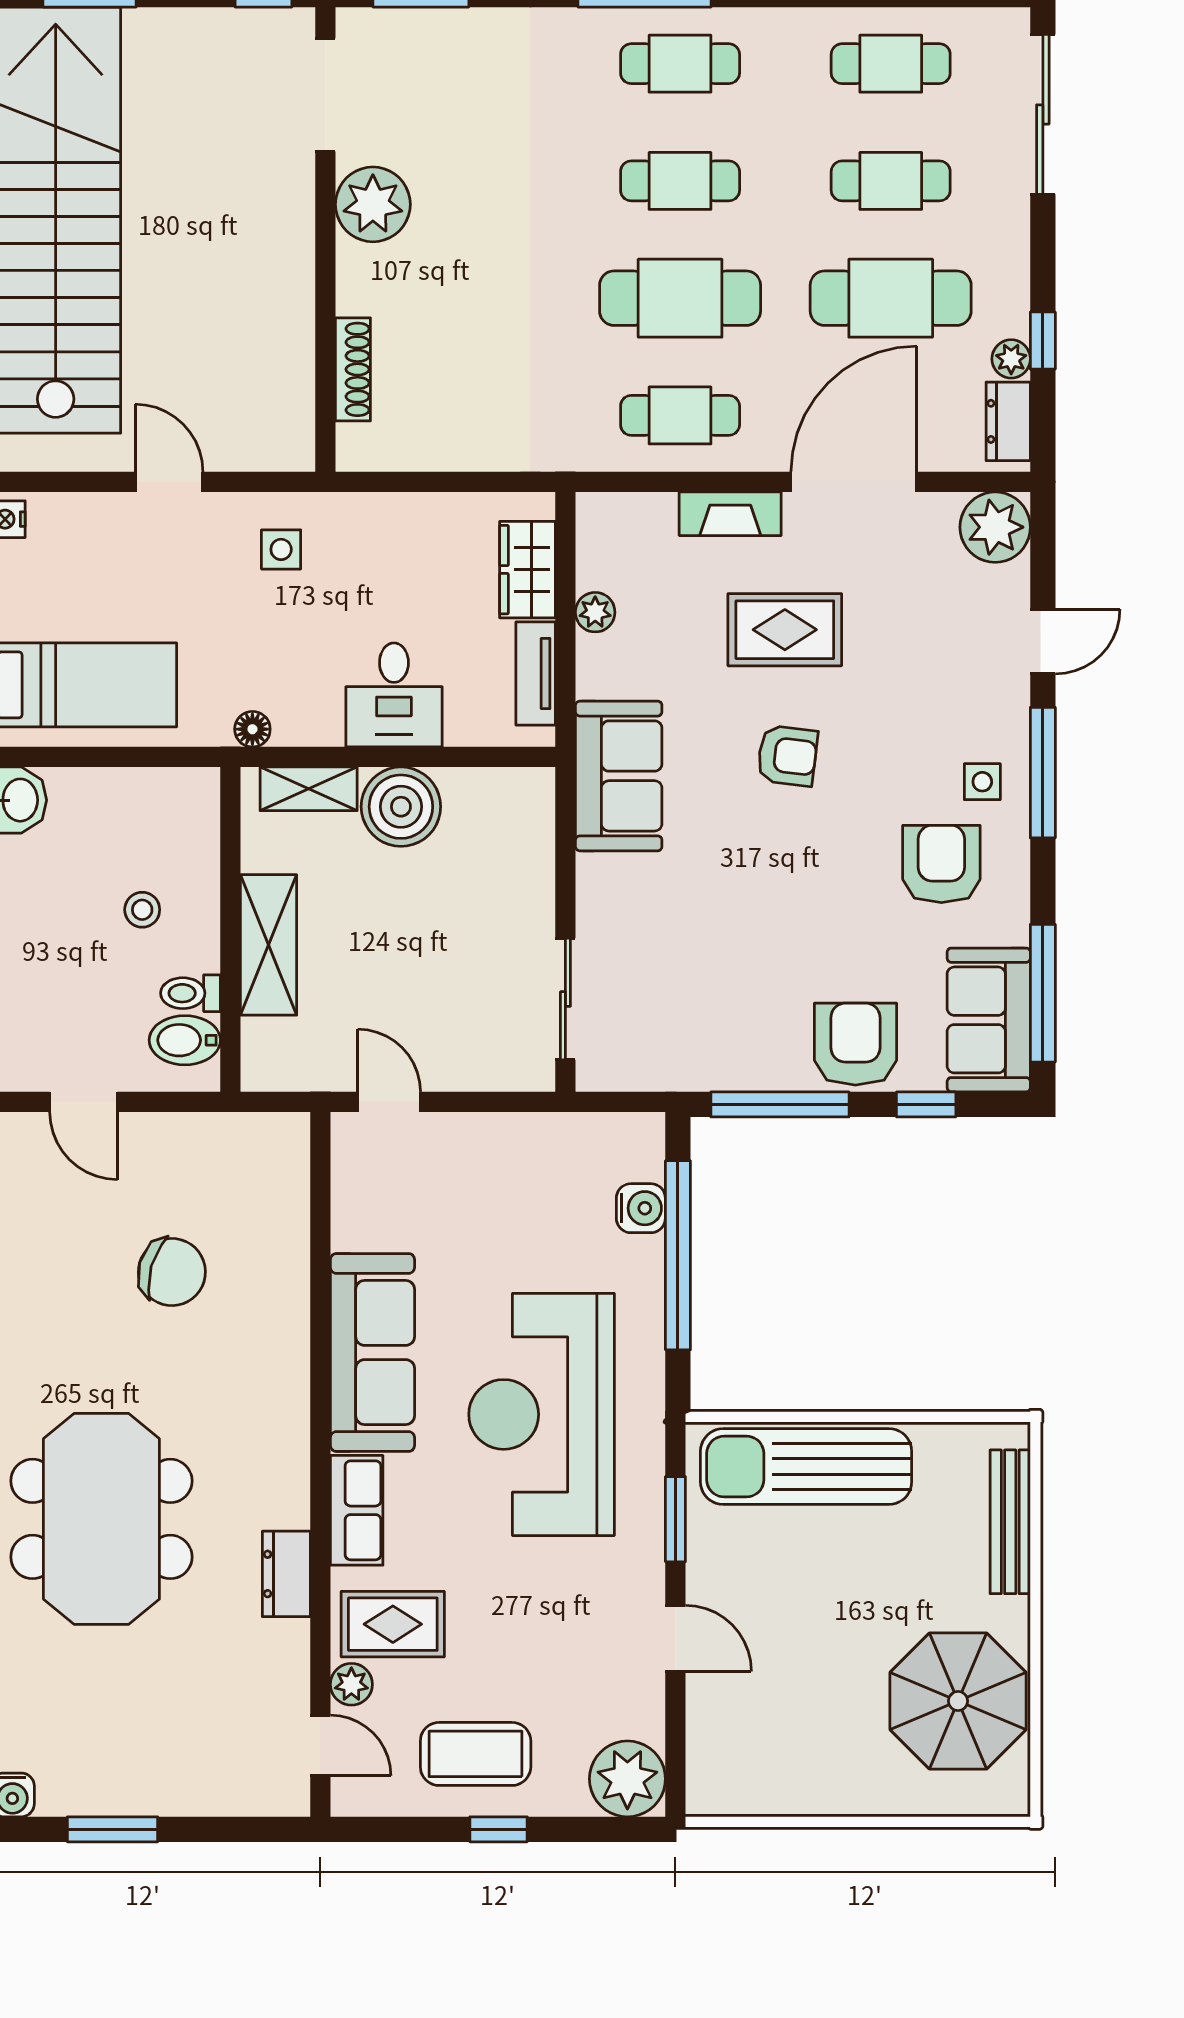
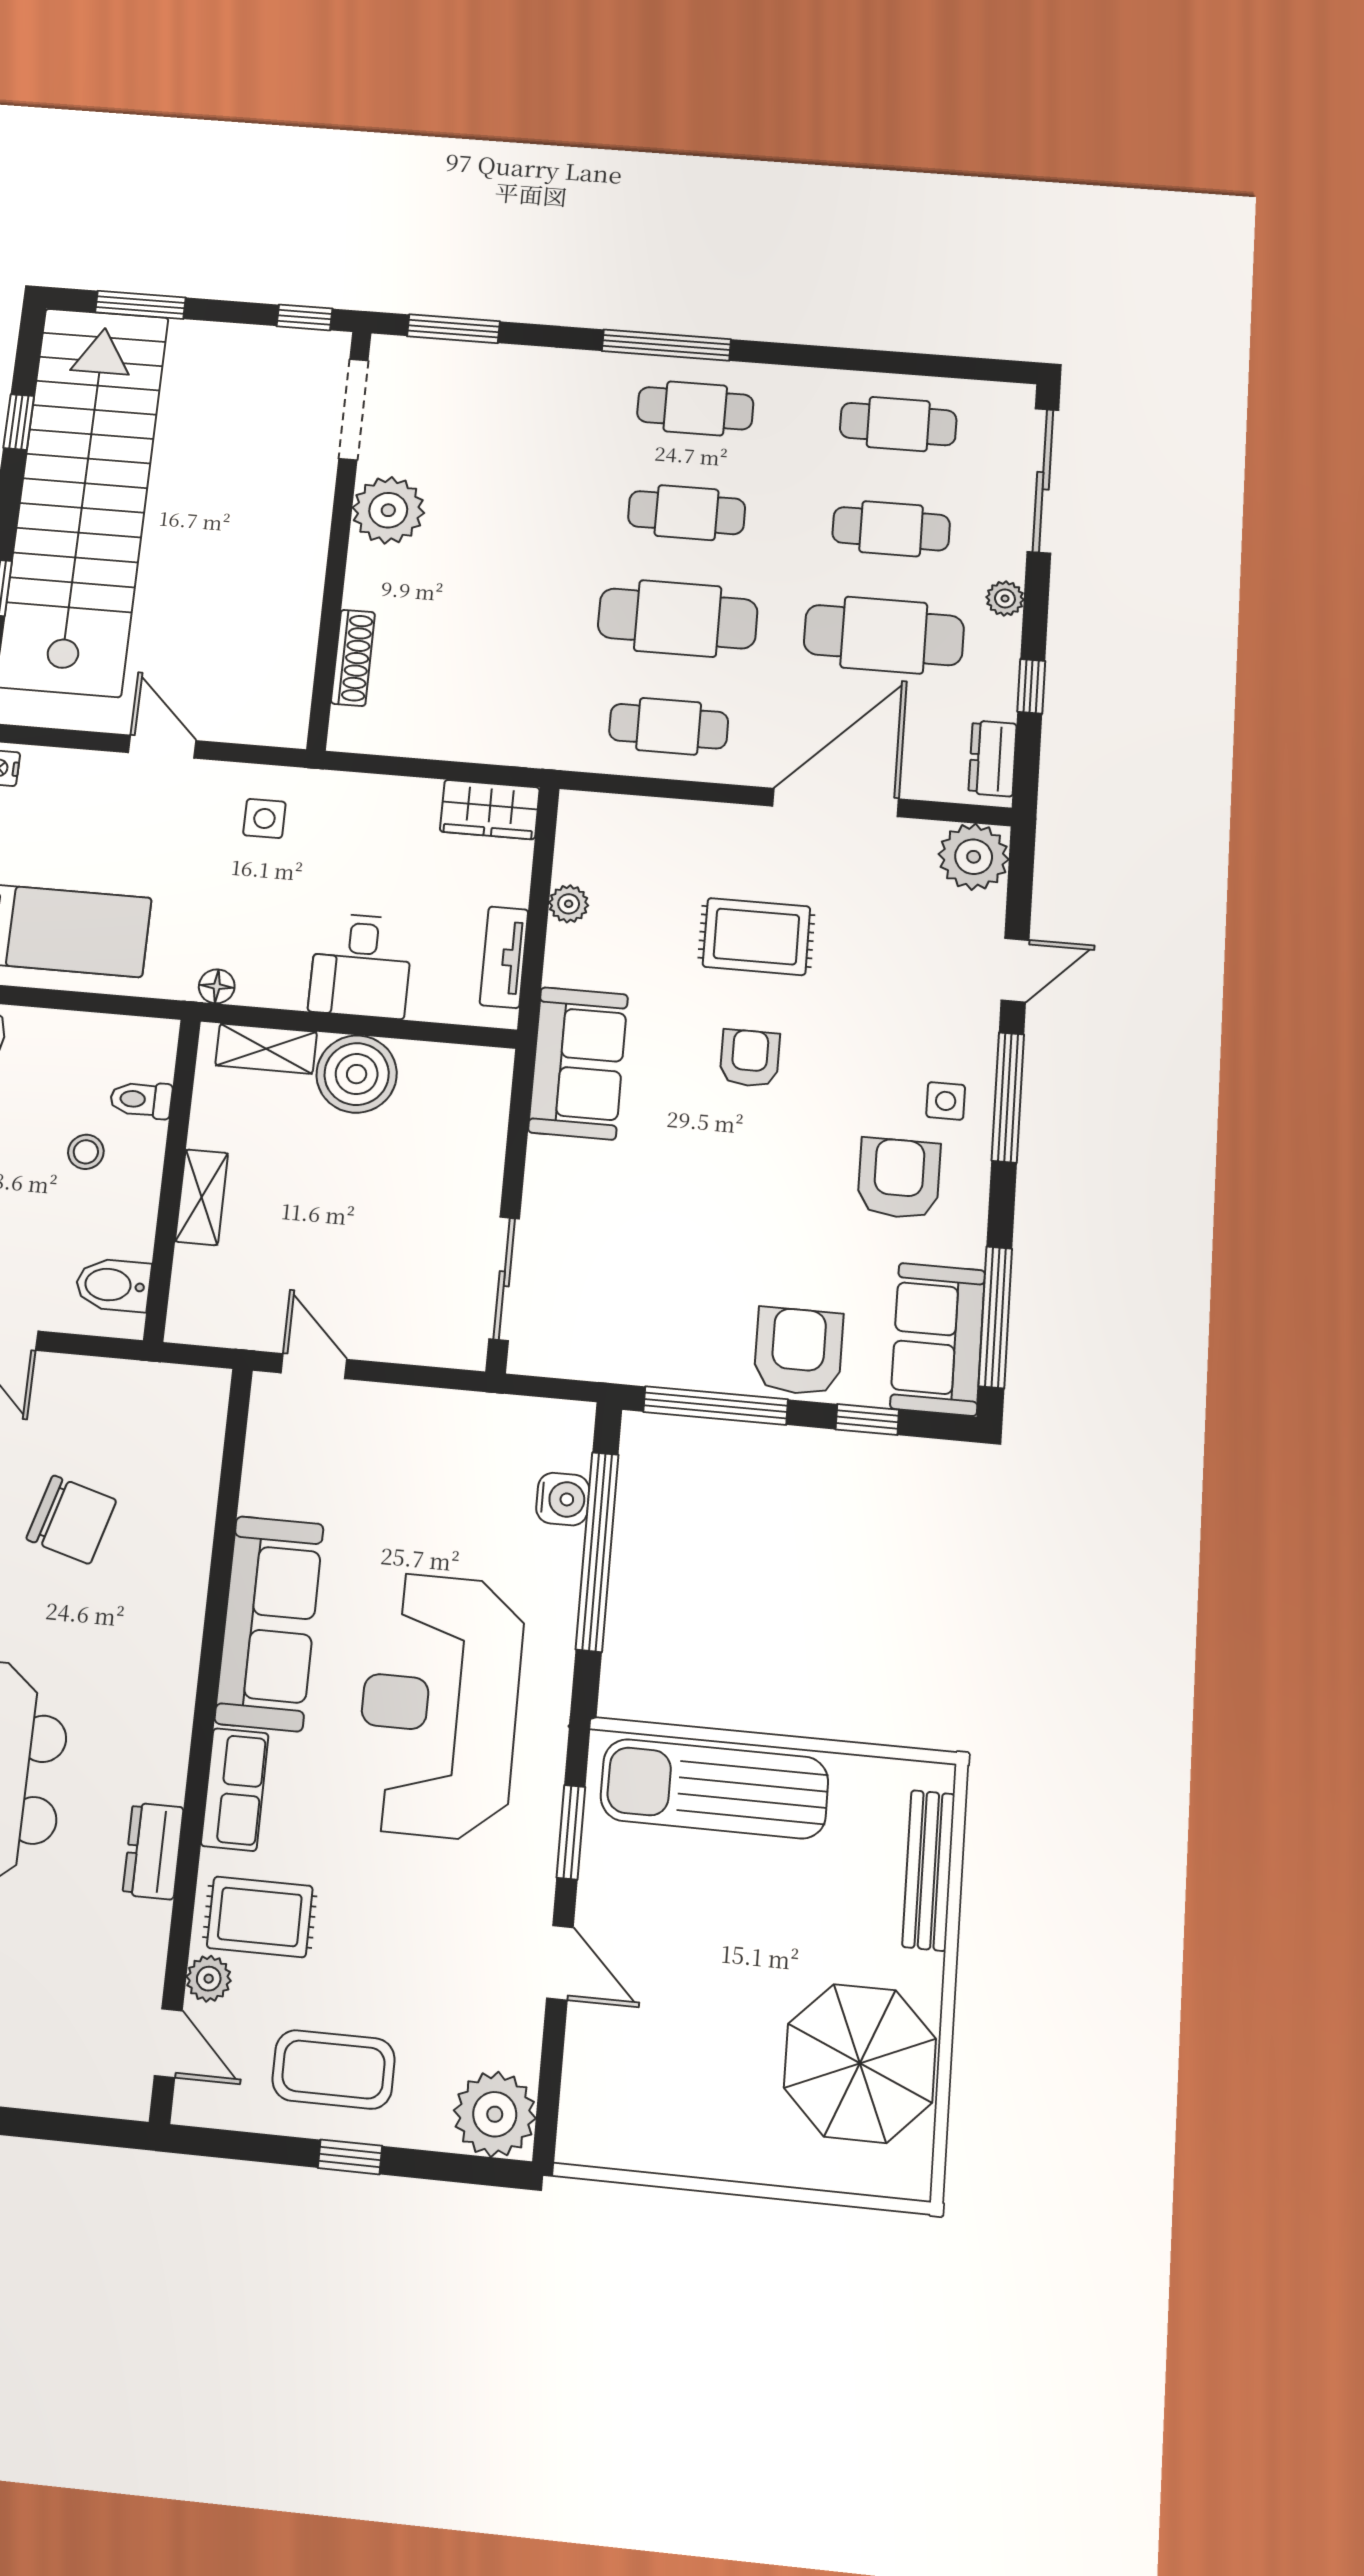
plant: (1011, 359) -> (1005, 598), moved
fireplace: (730, 514) -> (711, 822), removed
wardrobe: (527, 570) -> (490, 810), moved, turned -90
armchair: (787, 756) -> (750, 1058), turned -97
shelving: (269, 945) -> (202, 1197), width x0.67, depth x0.75
toilet: (191, 993) -> (141, 1100), moved

